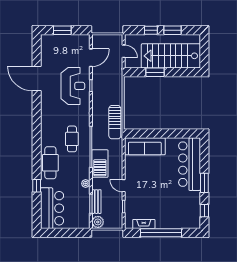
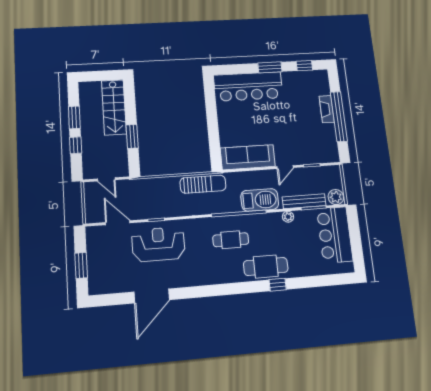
door: (124, 51) -> (106, 179), swing flipped
stairs: (171, 56) -> (114, 107), width x0.73, depth x0.66
sofa: (145, 146) -> (248, 157), moved, turned -90
window: (37, 186) -> (278, 285), moved
bench: (96, 202) -> (304, 201), width x1.36
bar counter: (52, 208) -> (335, 235), moved, turned -90
fireplace: (144, 224) -> (327, 109), moved

